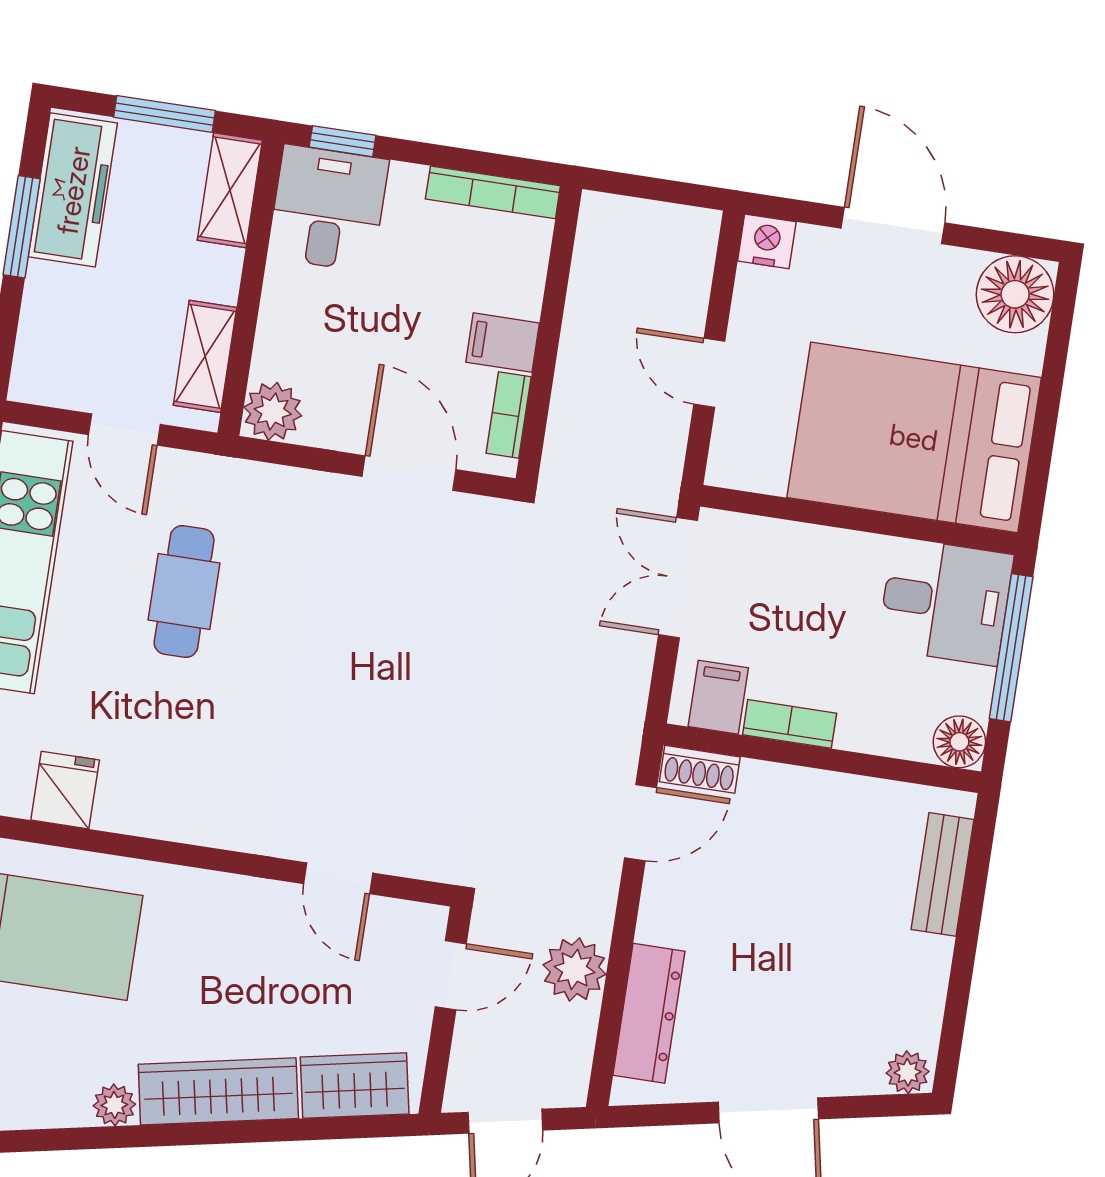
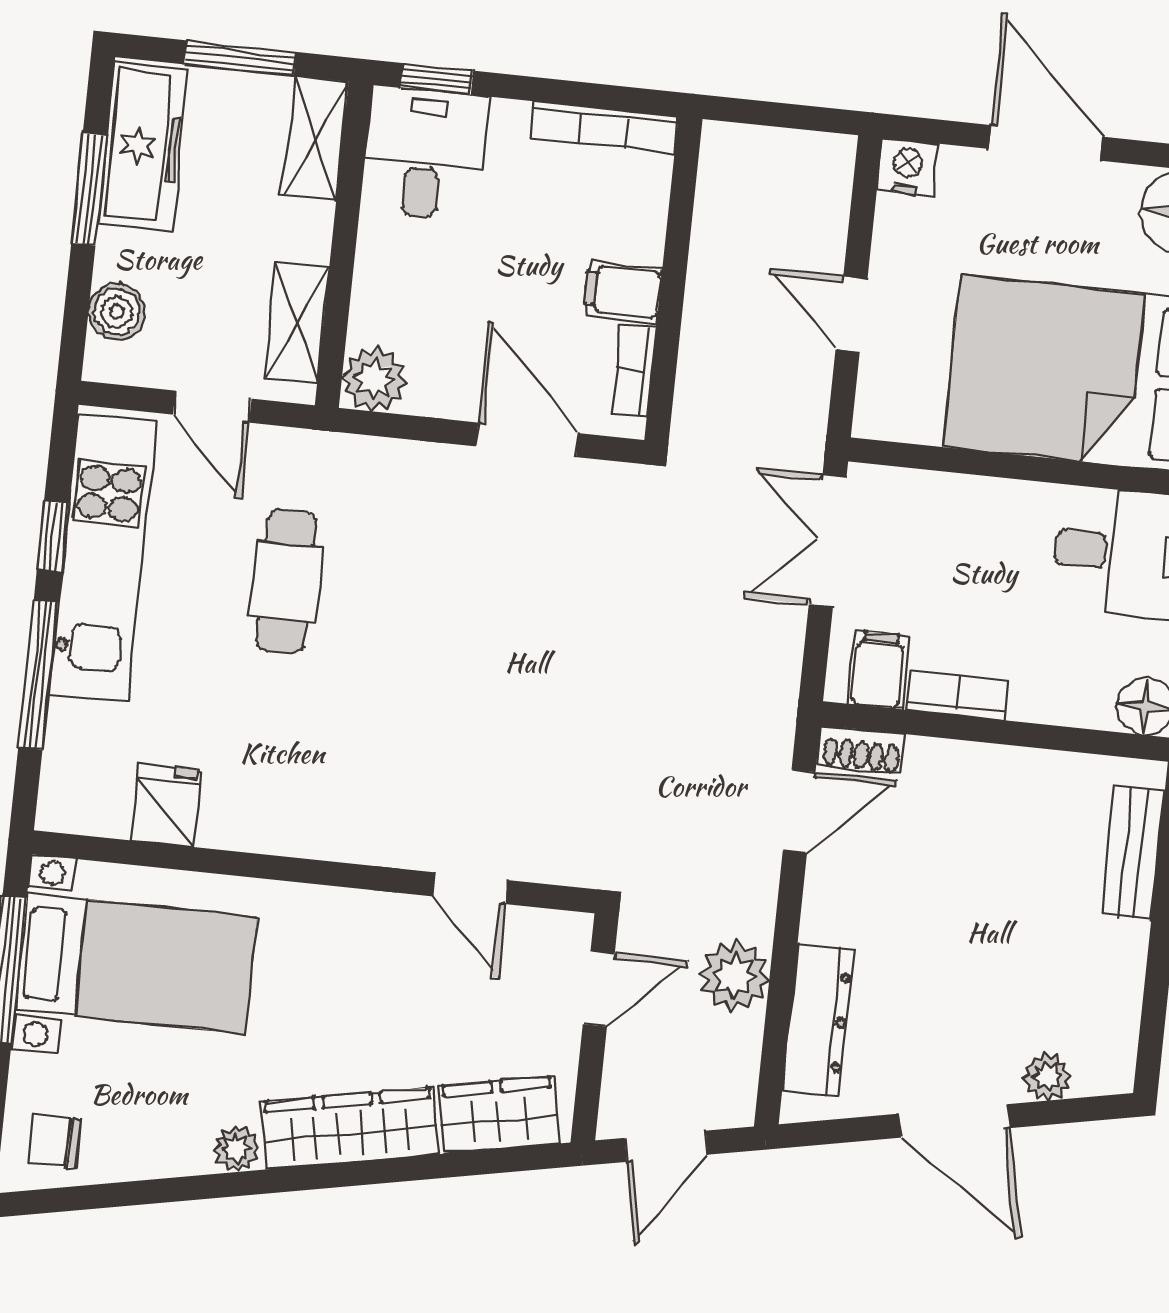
boiler: (42, 339) -> (117, 312), added
plant: (908, 1072) -> (1047, 1077), moved

